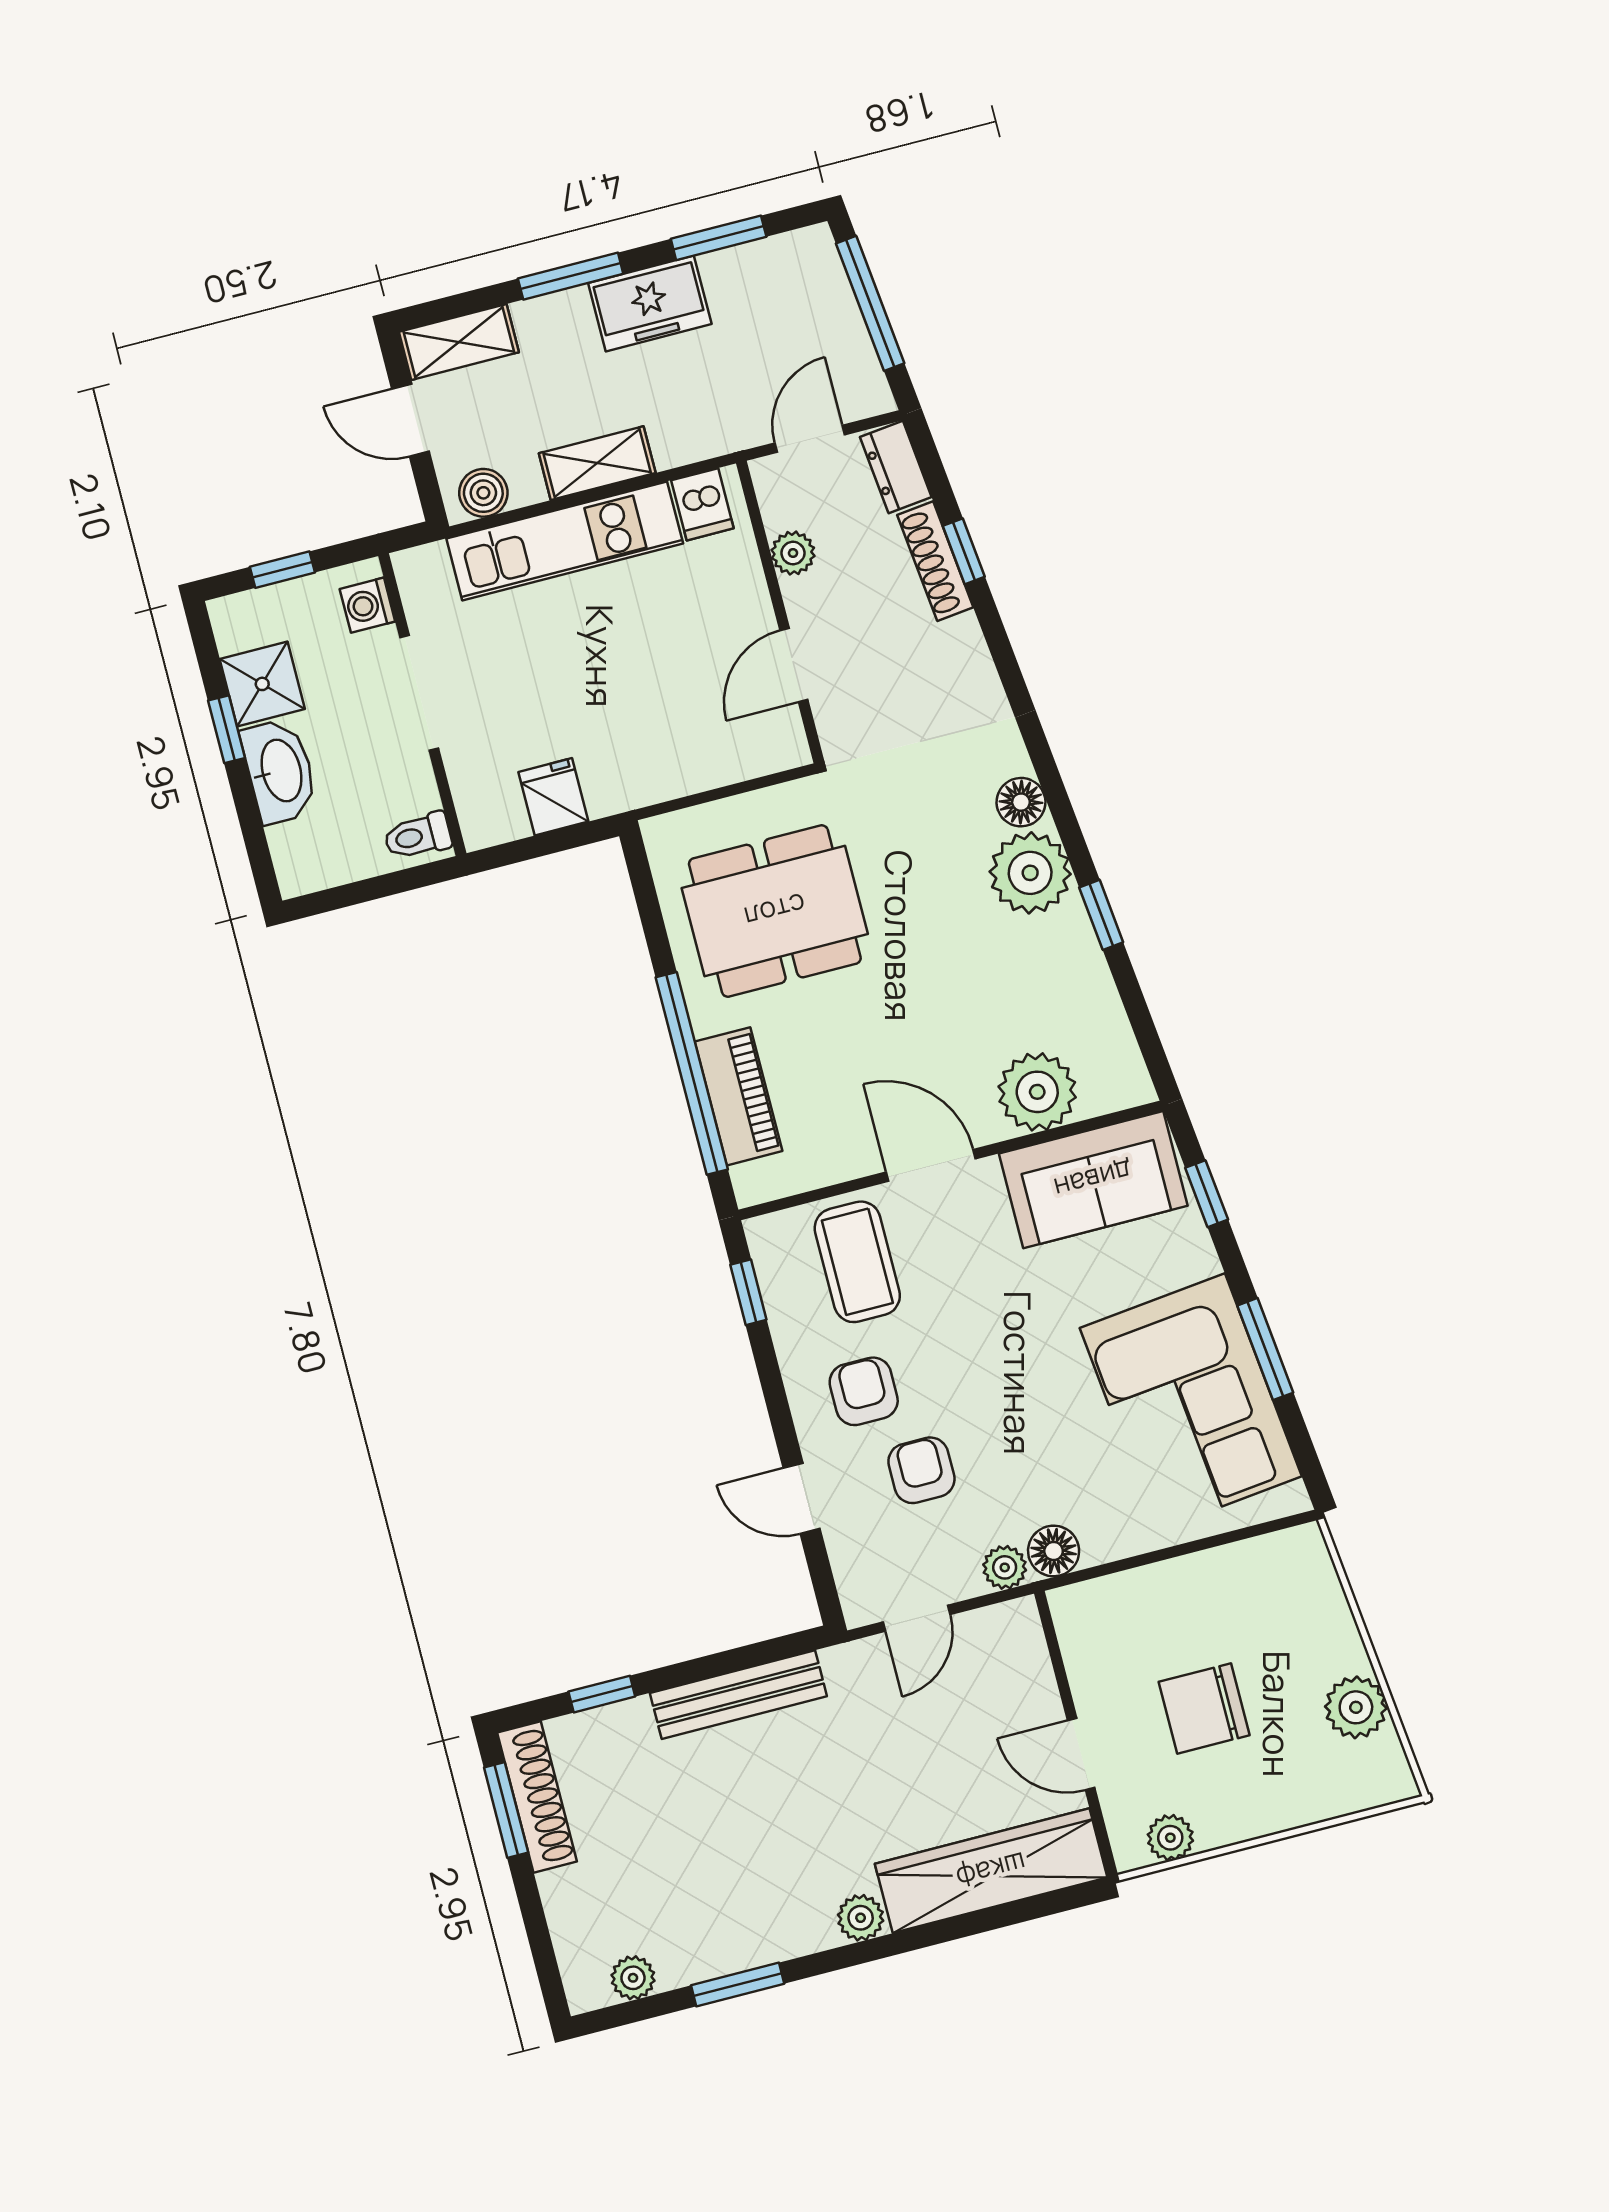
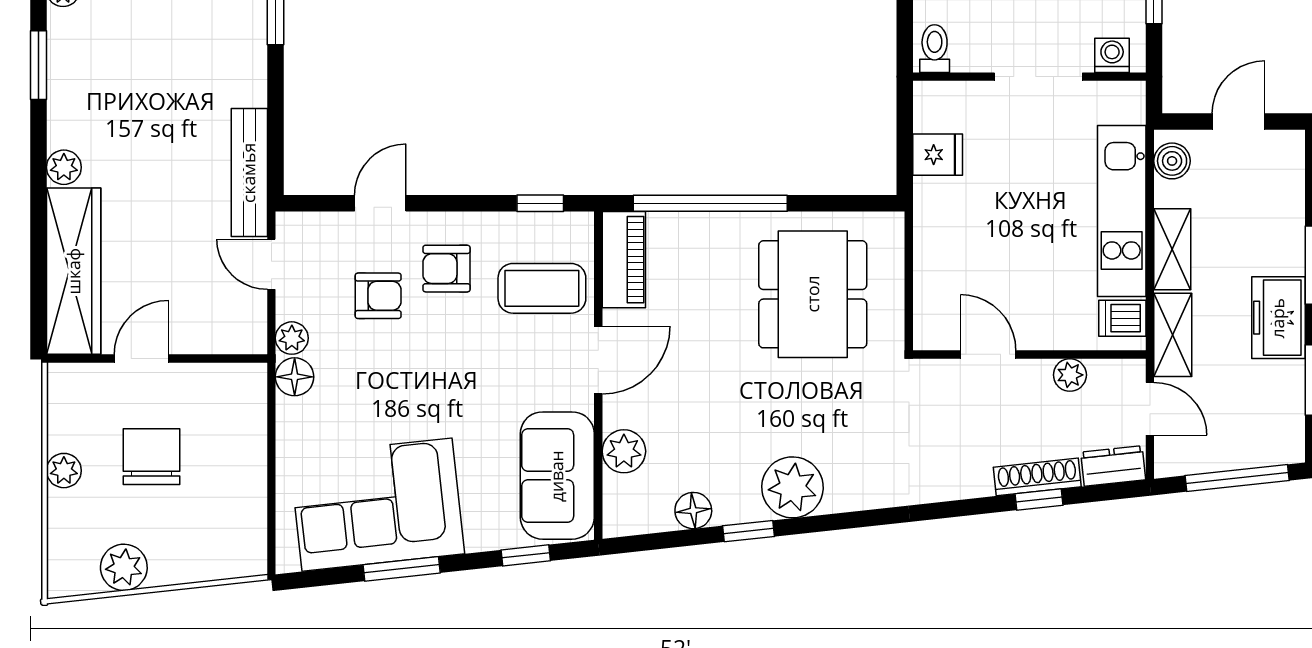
shelving: (459, 342) -> (1173, 335), moved
floor lamp: (1021, 802) -> (693, 511), moved
plant: (1037, 1092) -> (624, 451), width x0.73, depth x0.73
piano: (738, 1096) -> (624, 260), moved, turned -90
armchair: (864, 1391) -> (446, 269), turned 180
bench: (738, 1695) -> (249, 173), moved
plant: (1170, 1838) -> (64, 471), moved

